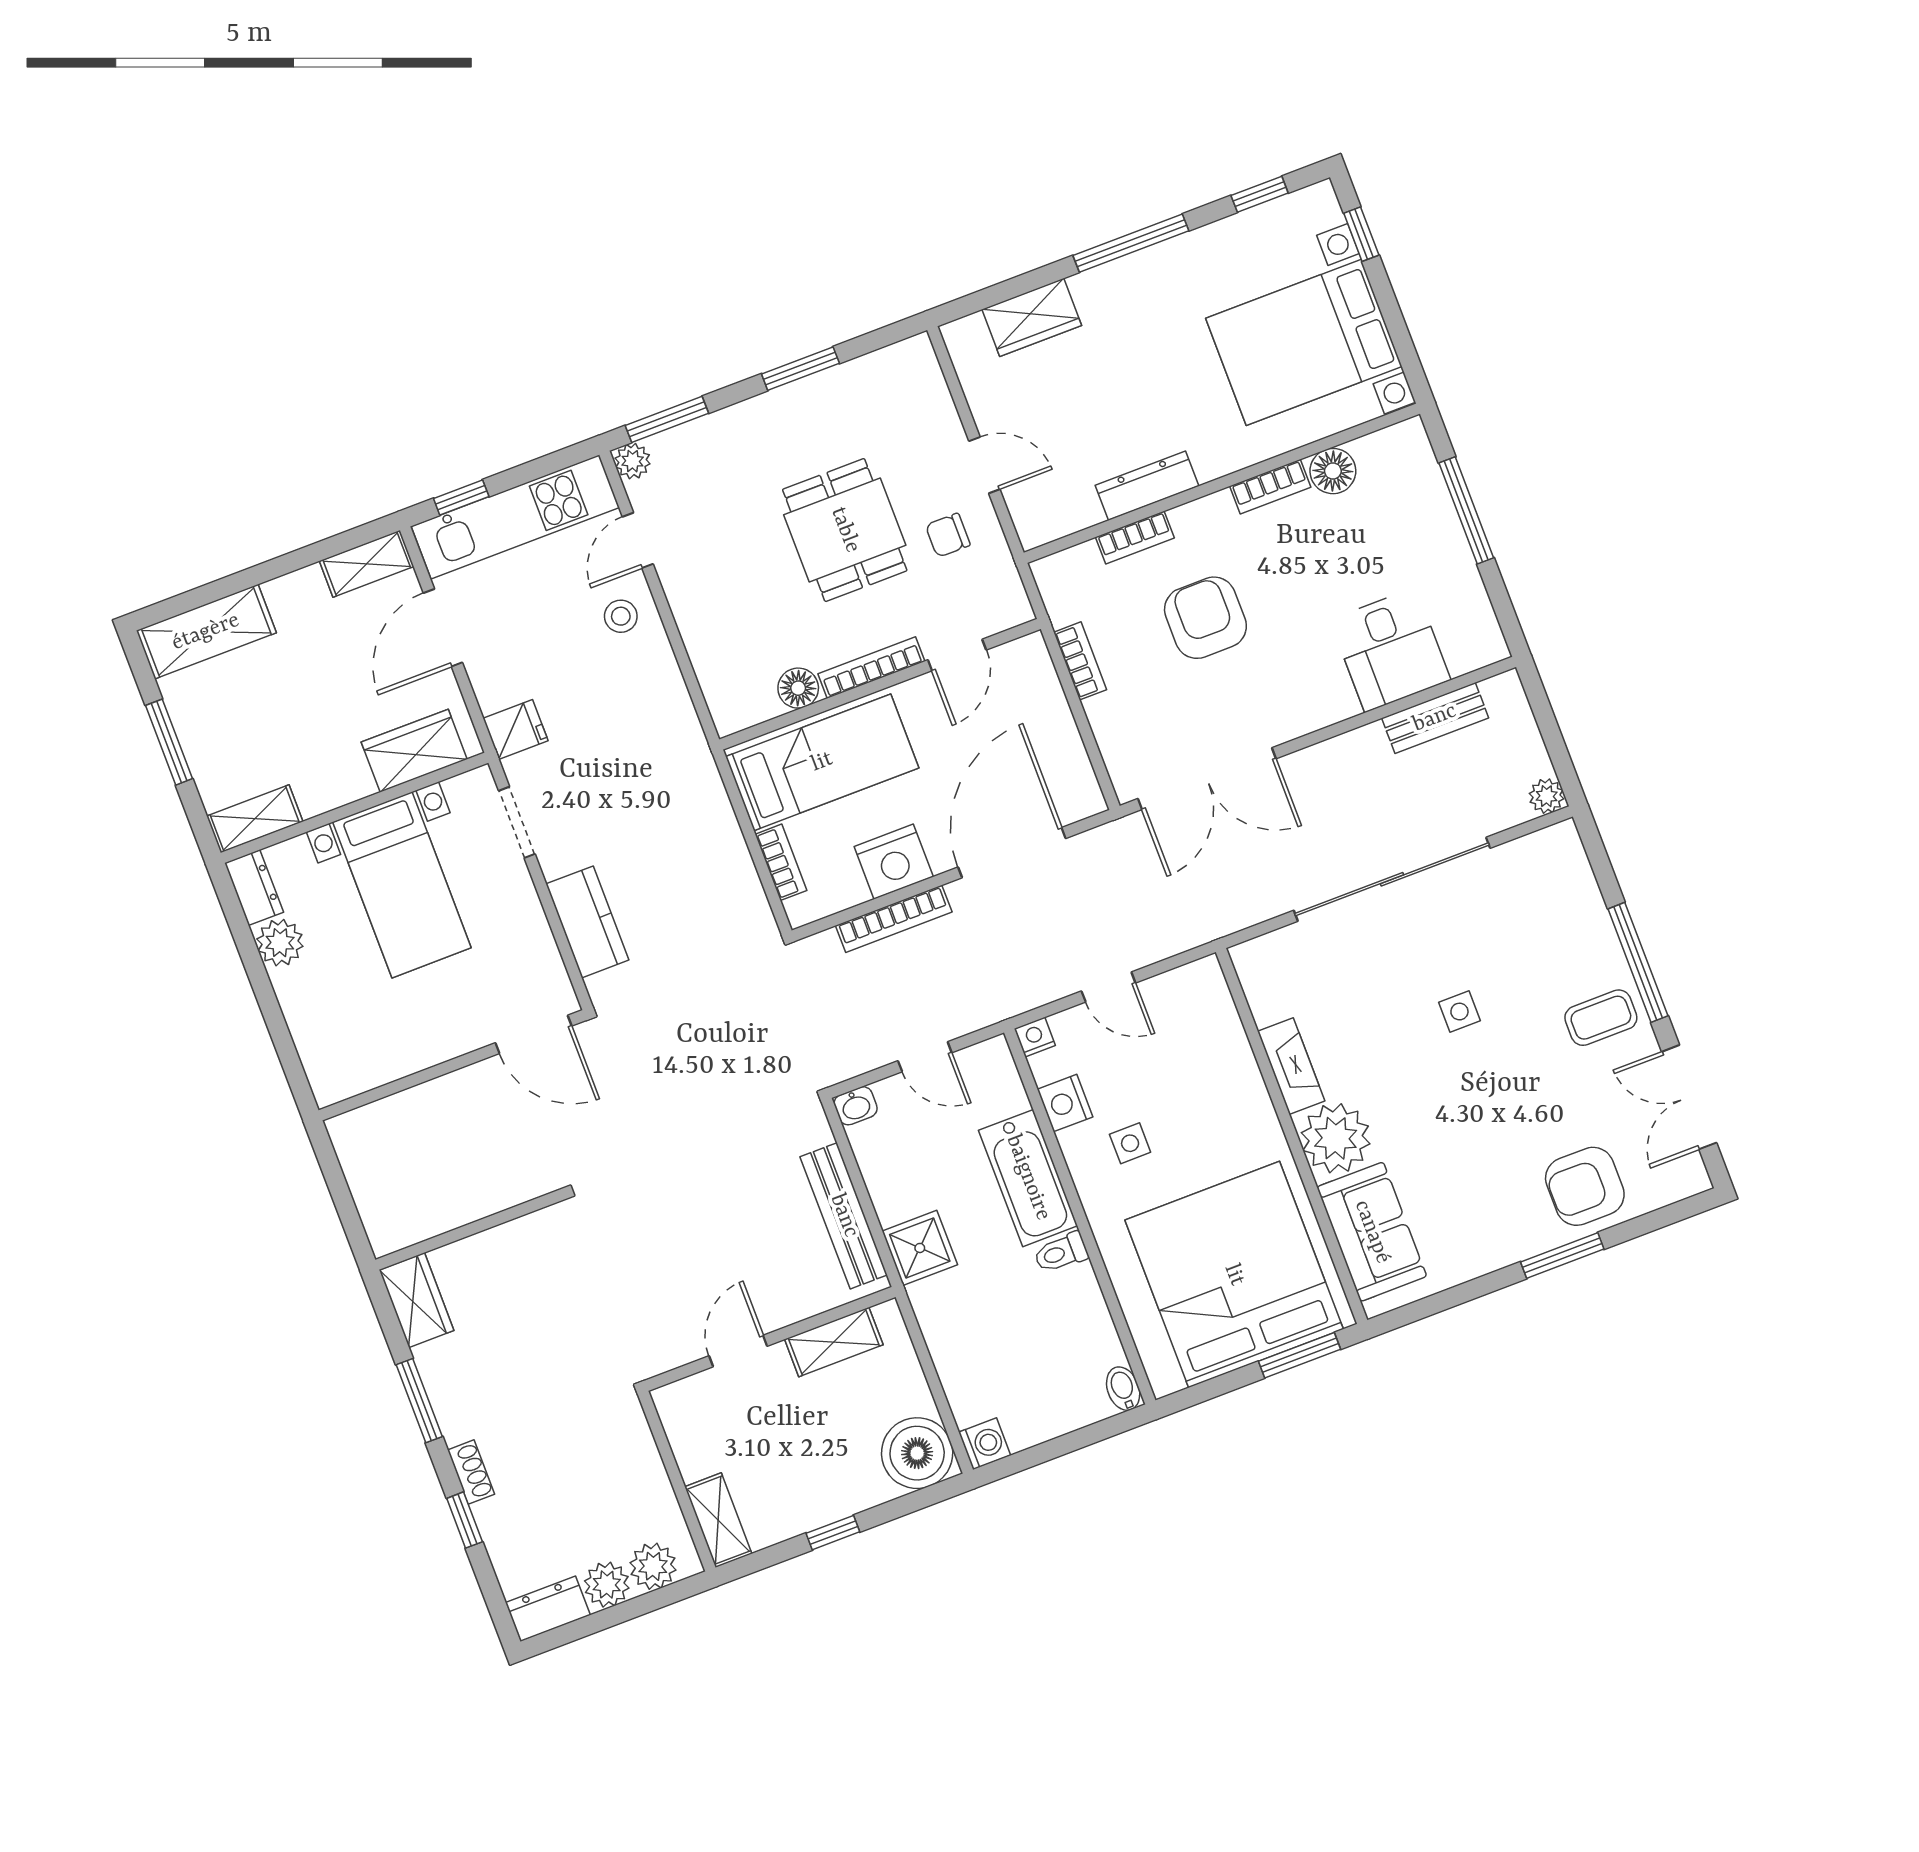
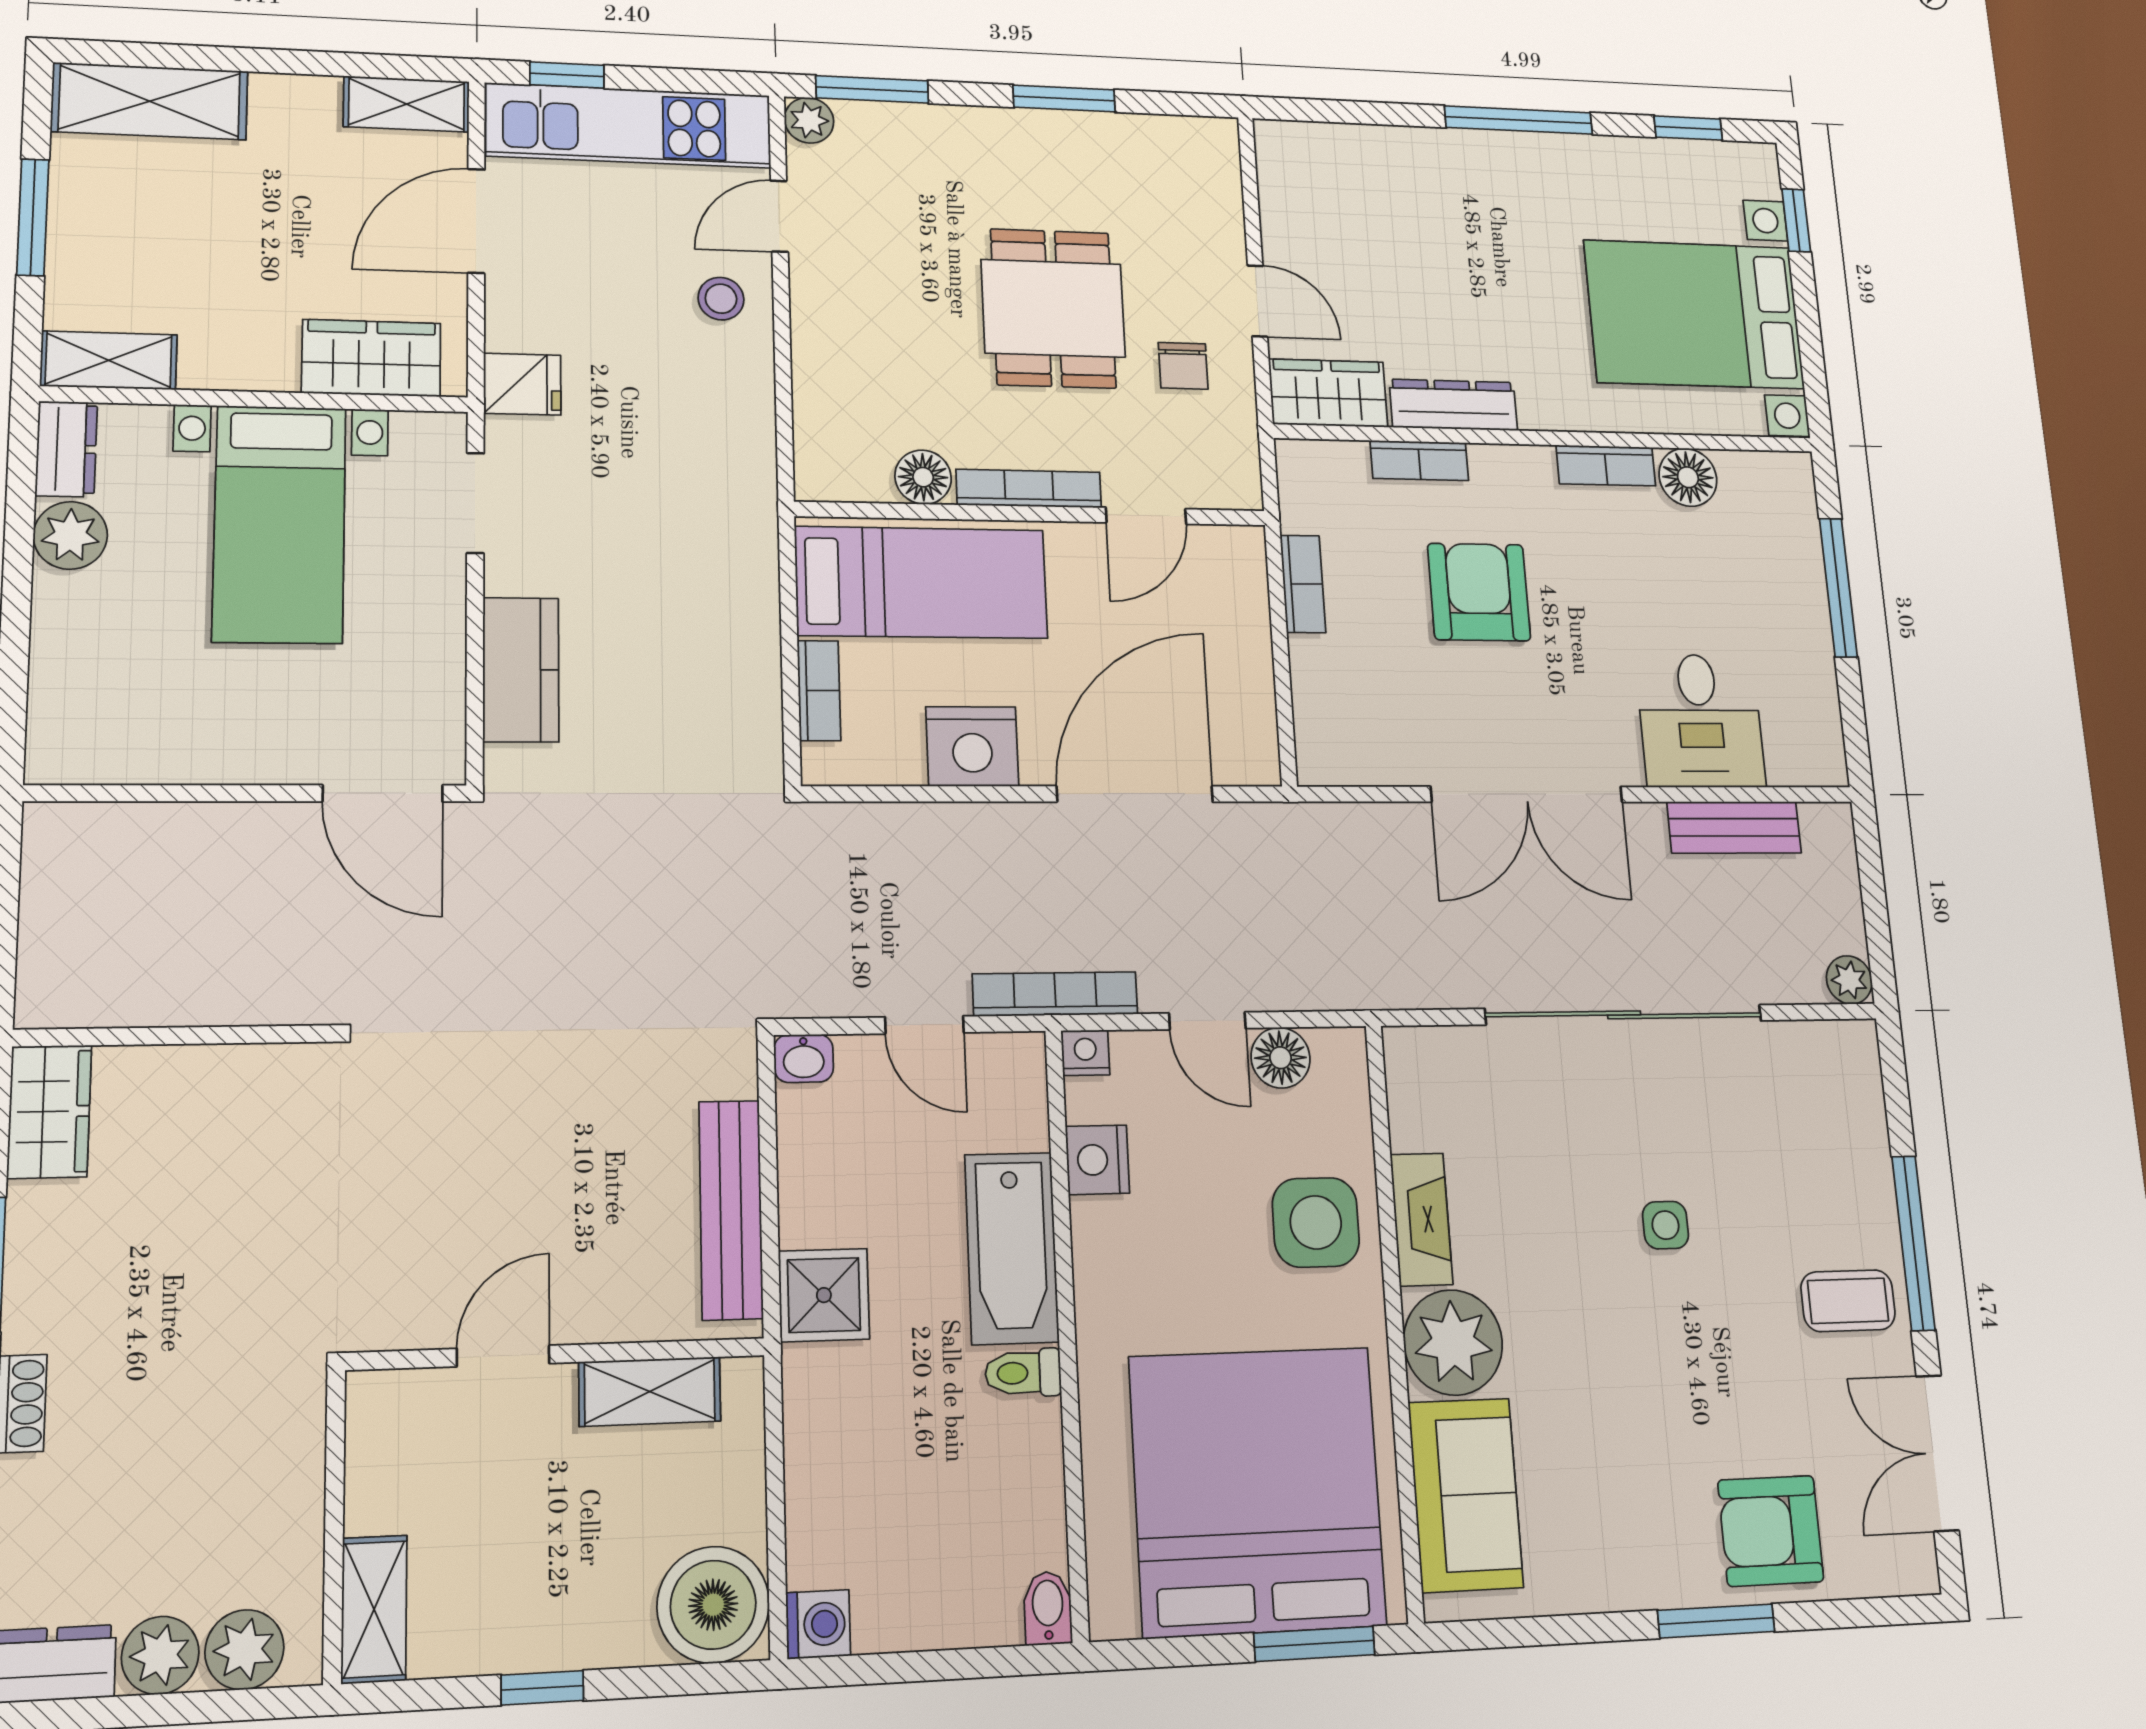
wardrobe: (1032, 317) -> (1328, 393), moved, turned 180
chair: (948, 535) -> (1183, 366), turned -90
double door: (1207, 779) -> (1527, 794), moved
bookcase: (894, 919) -> (1055, 994), moved, turned 180
floor lamp: (1165, 994) -> (1281, 1058), added
side table: (1130, 1143) -> (1316, 1222), moved, width x1.87, depth x1.87

